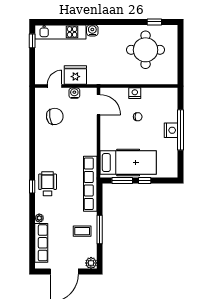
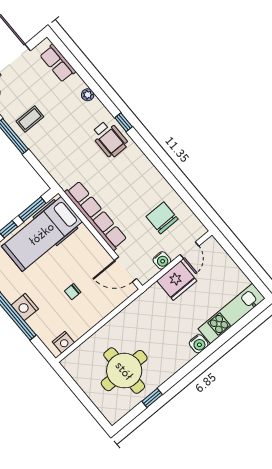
window: (154, 22) -> (152, 398), moved
window: (32, 41) -> (254, 279), removed
nightstand: (135, 93) -> (63, 342), moved
chair: (55, 116) -> (162, 218), turned 99
row of seats: (90, 184) -> (96, 216), moved
row of seats: (41, 243) -> (58, 63), width x0.68

